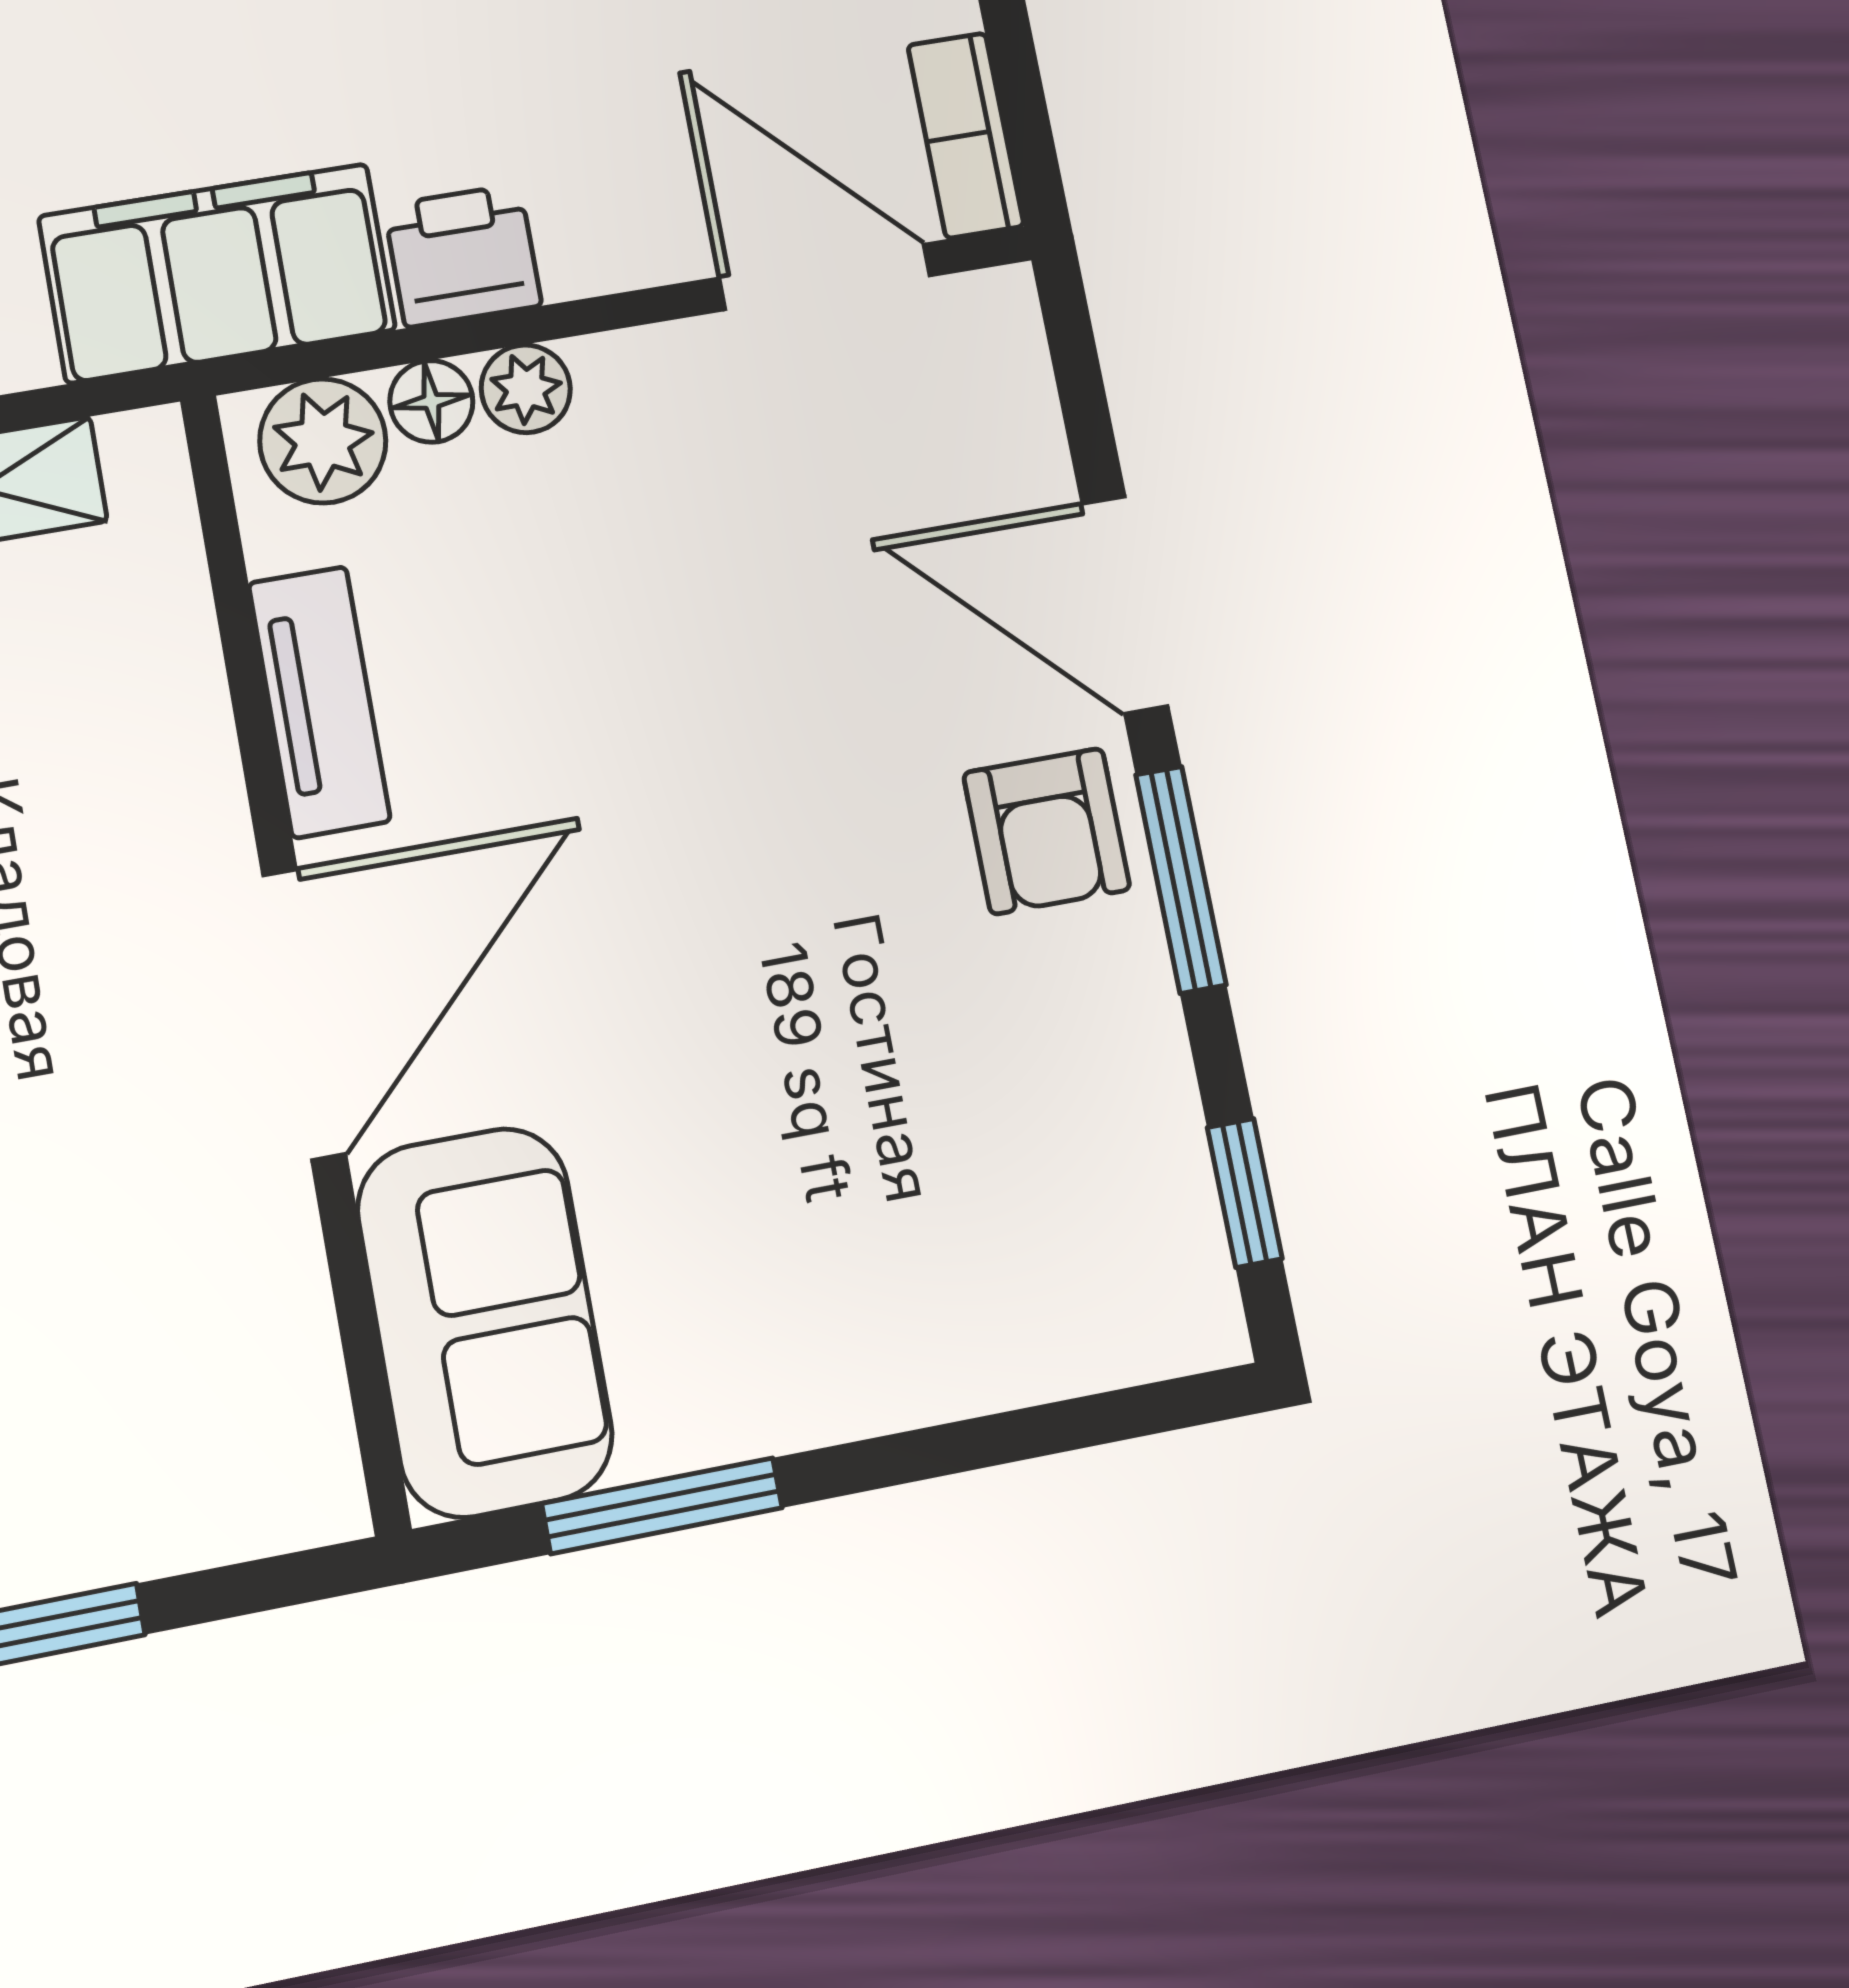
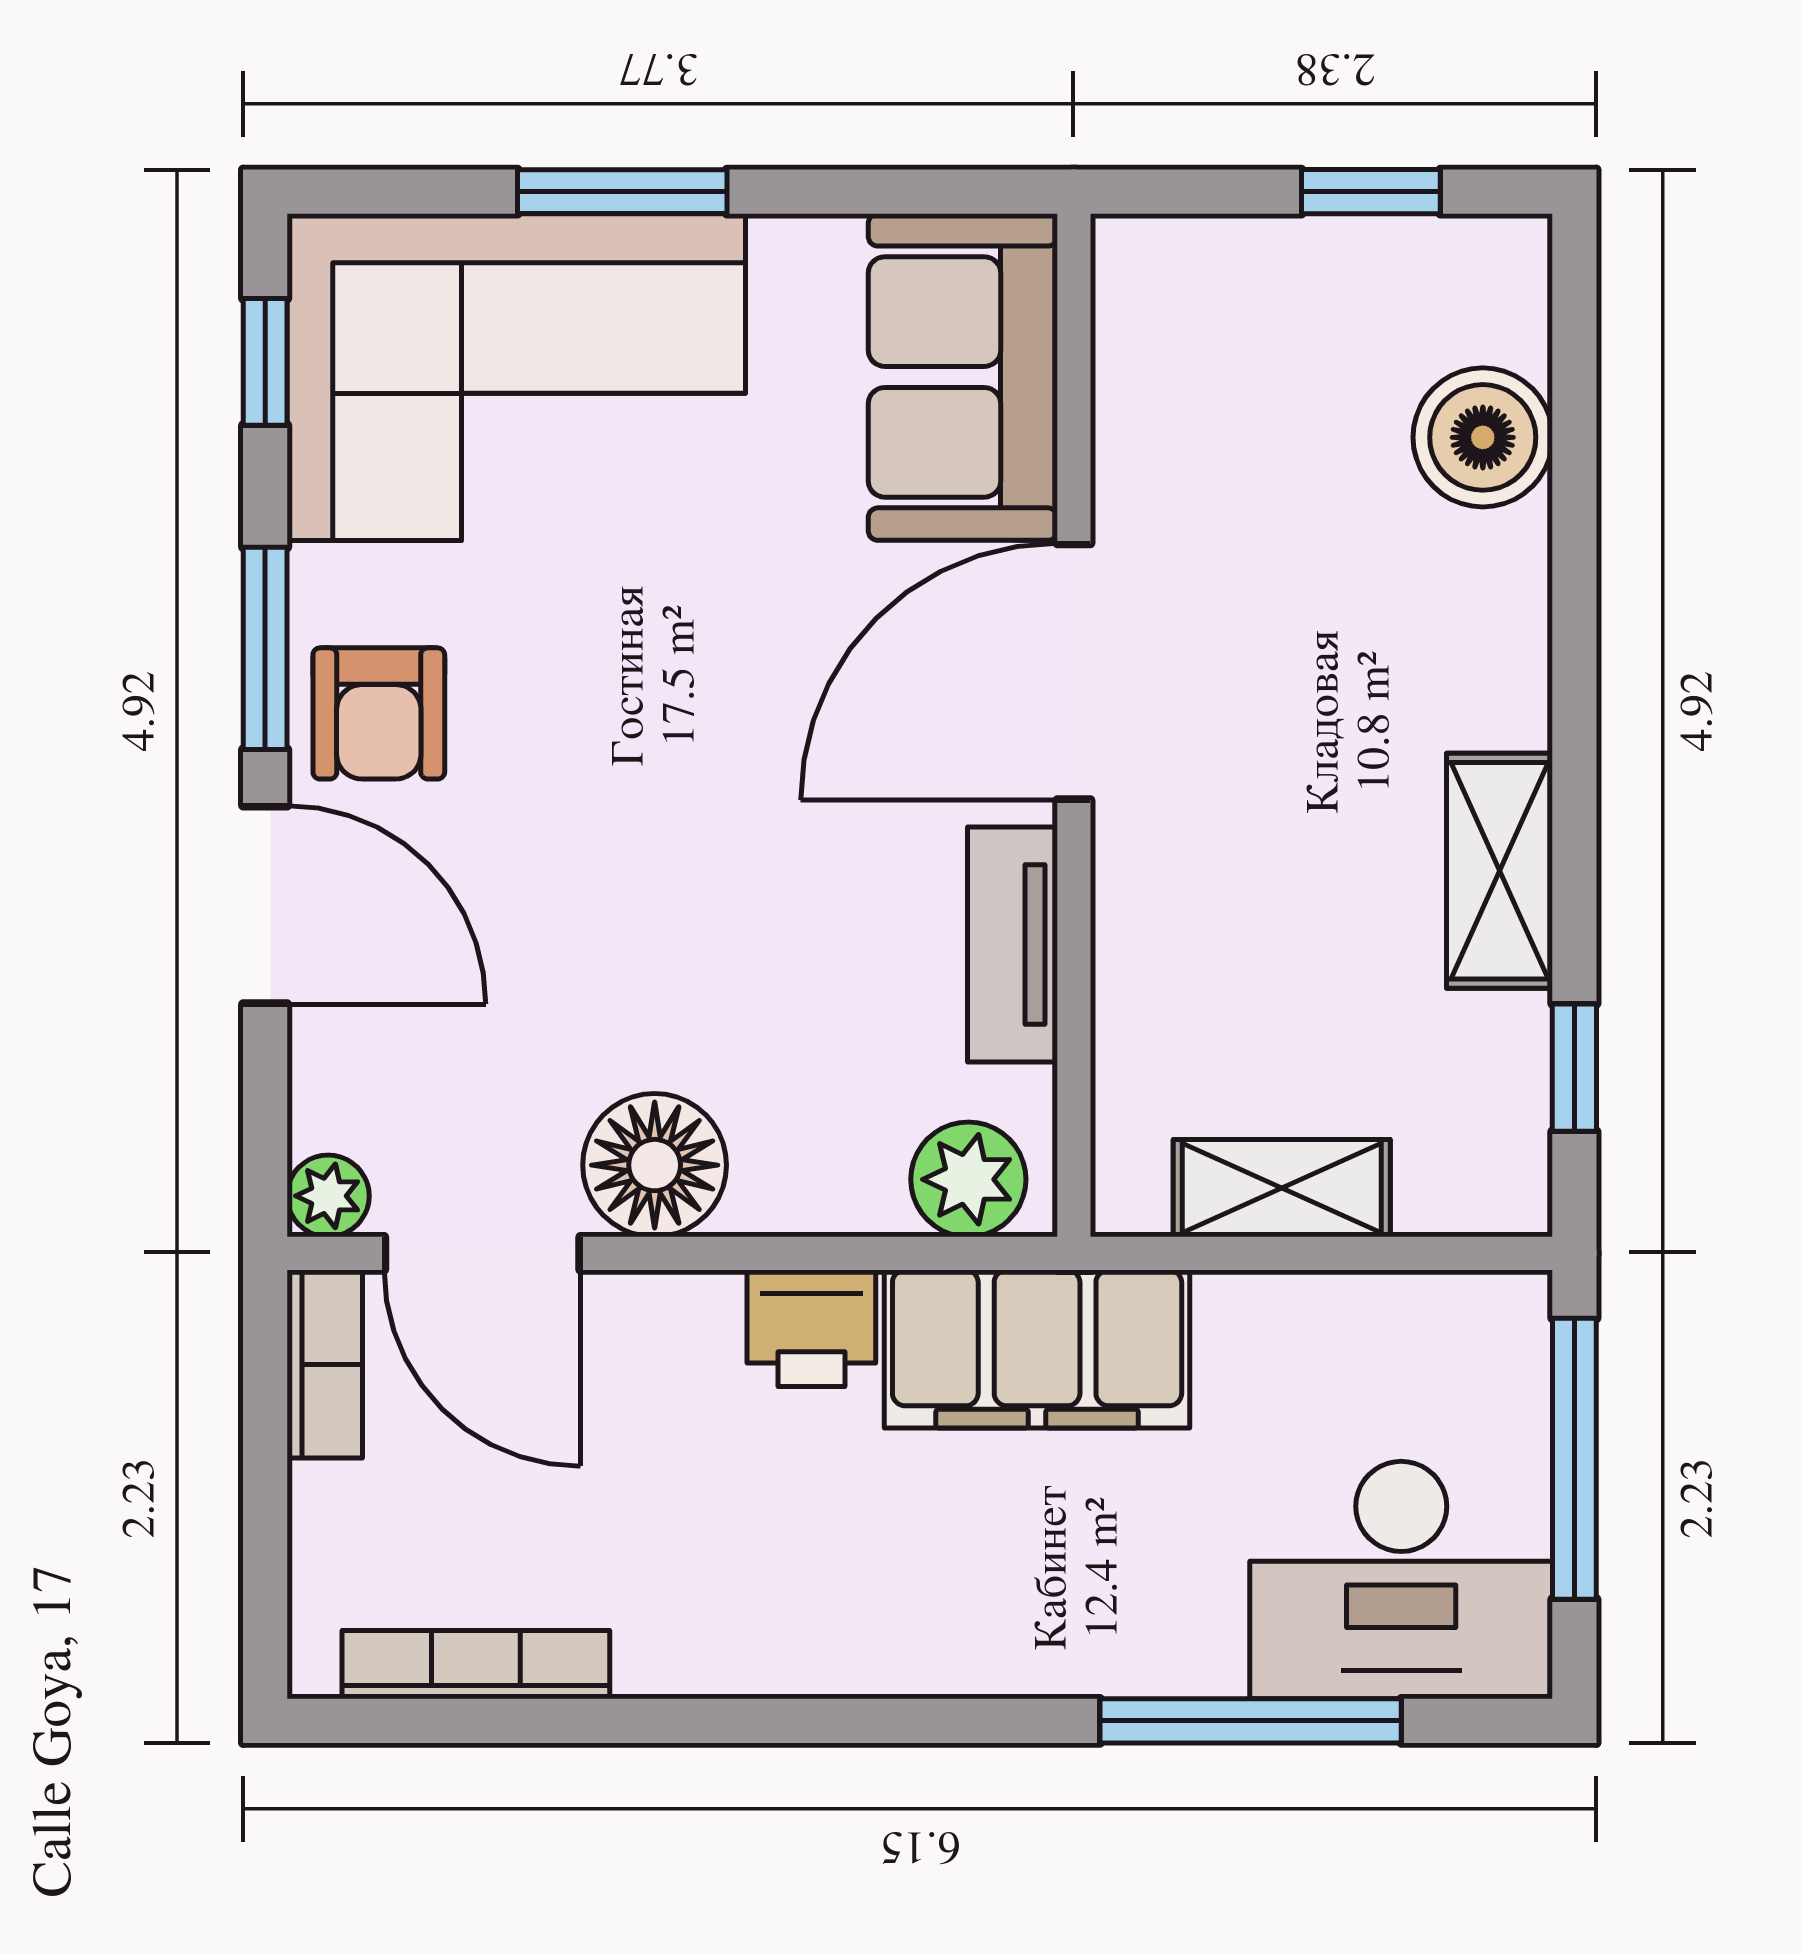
plant: (526, 389) -> (328, 1196), moved
floor lamp: (431, 401) -> (655, 1165), moved, width x1.89, depth x1.89
armchair: (1047, 831) -> (379, 713), turned 180
corner sofa: (972, 1228) -> (516, 377), added
window: (662, 1506) -> (622, 192), moved

